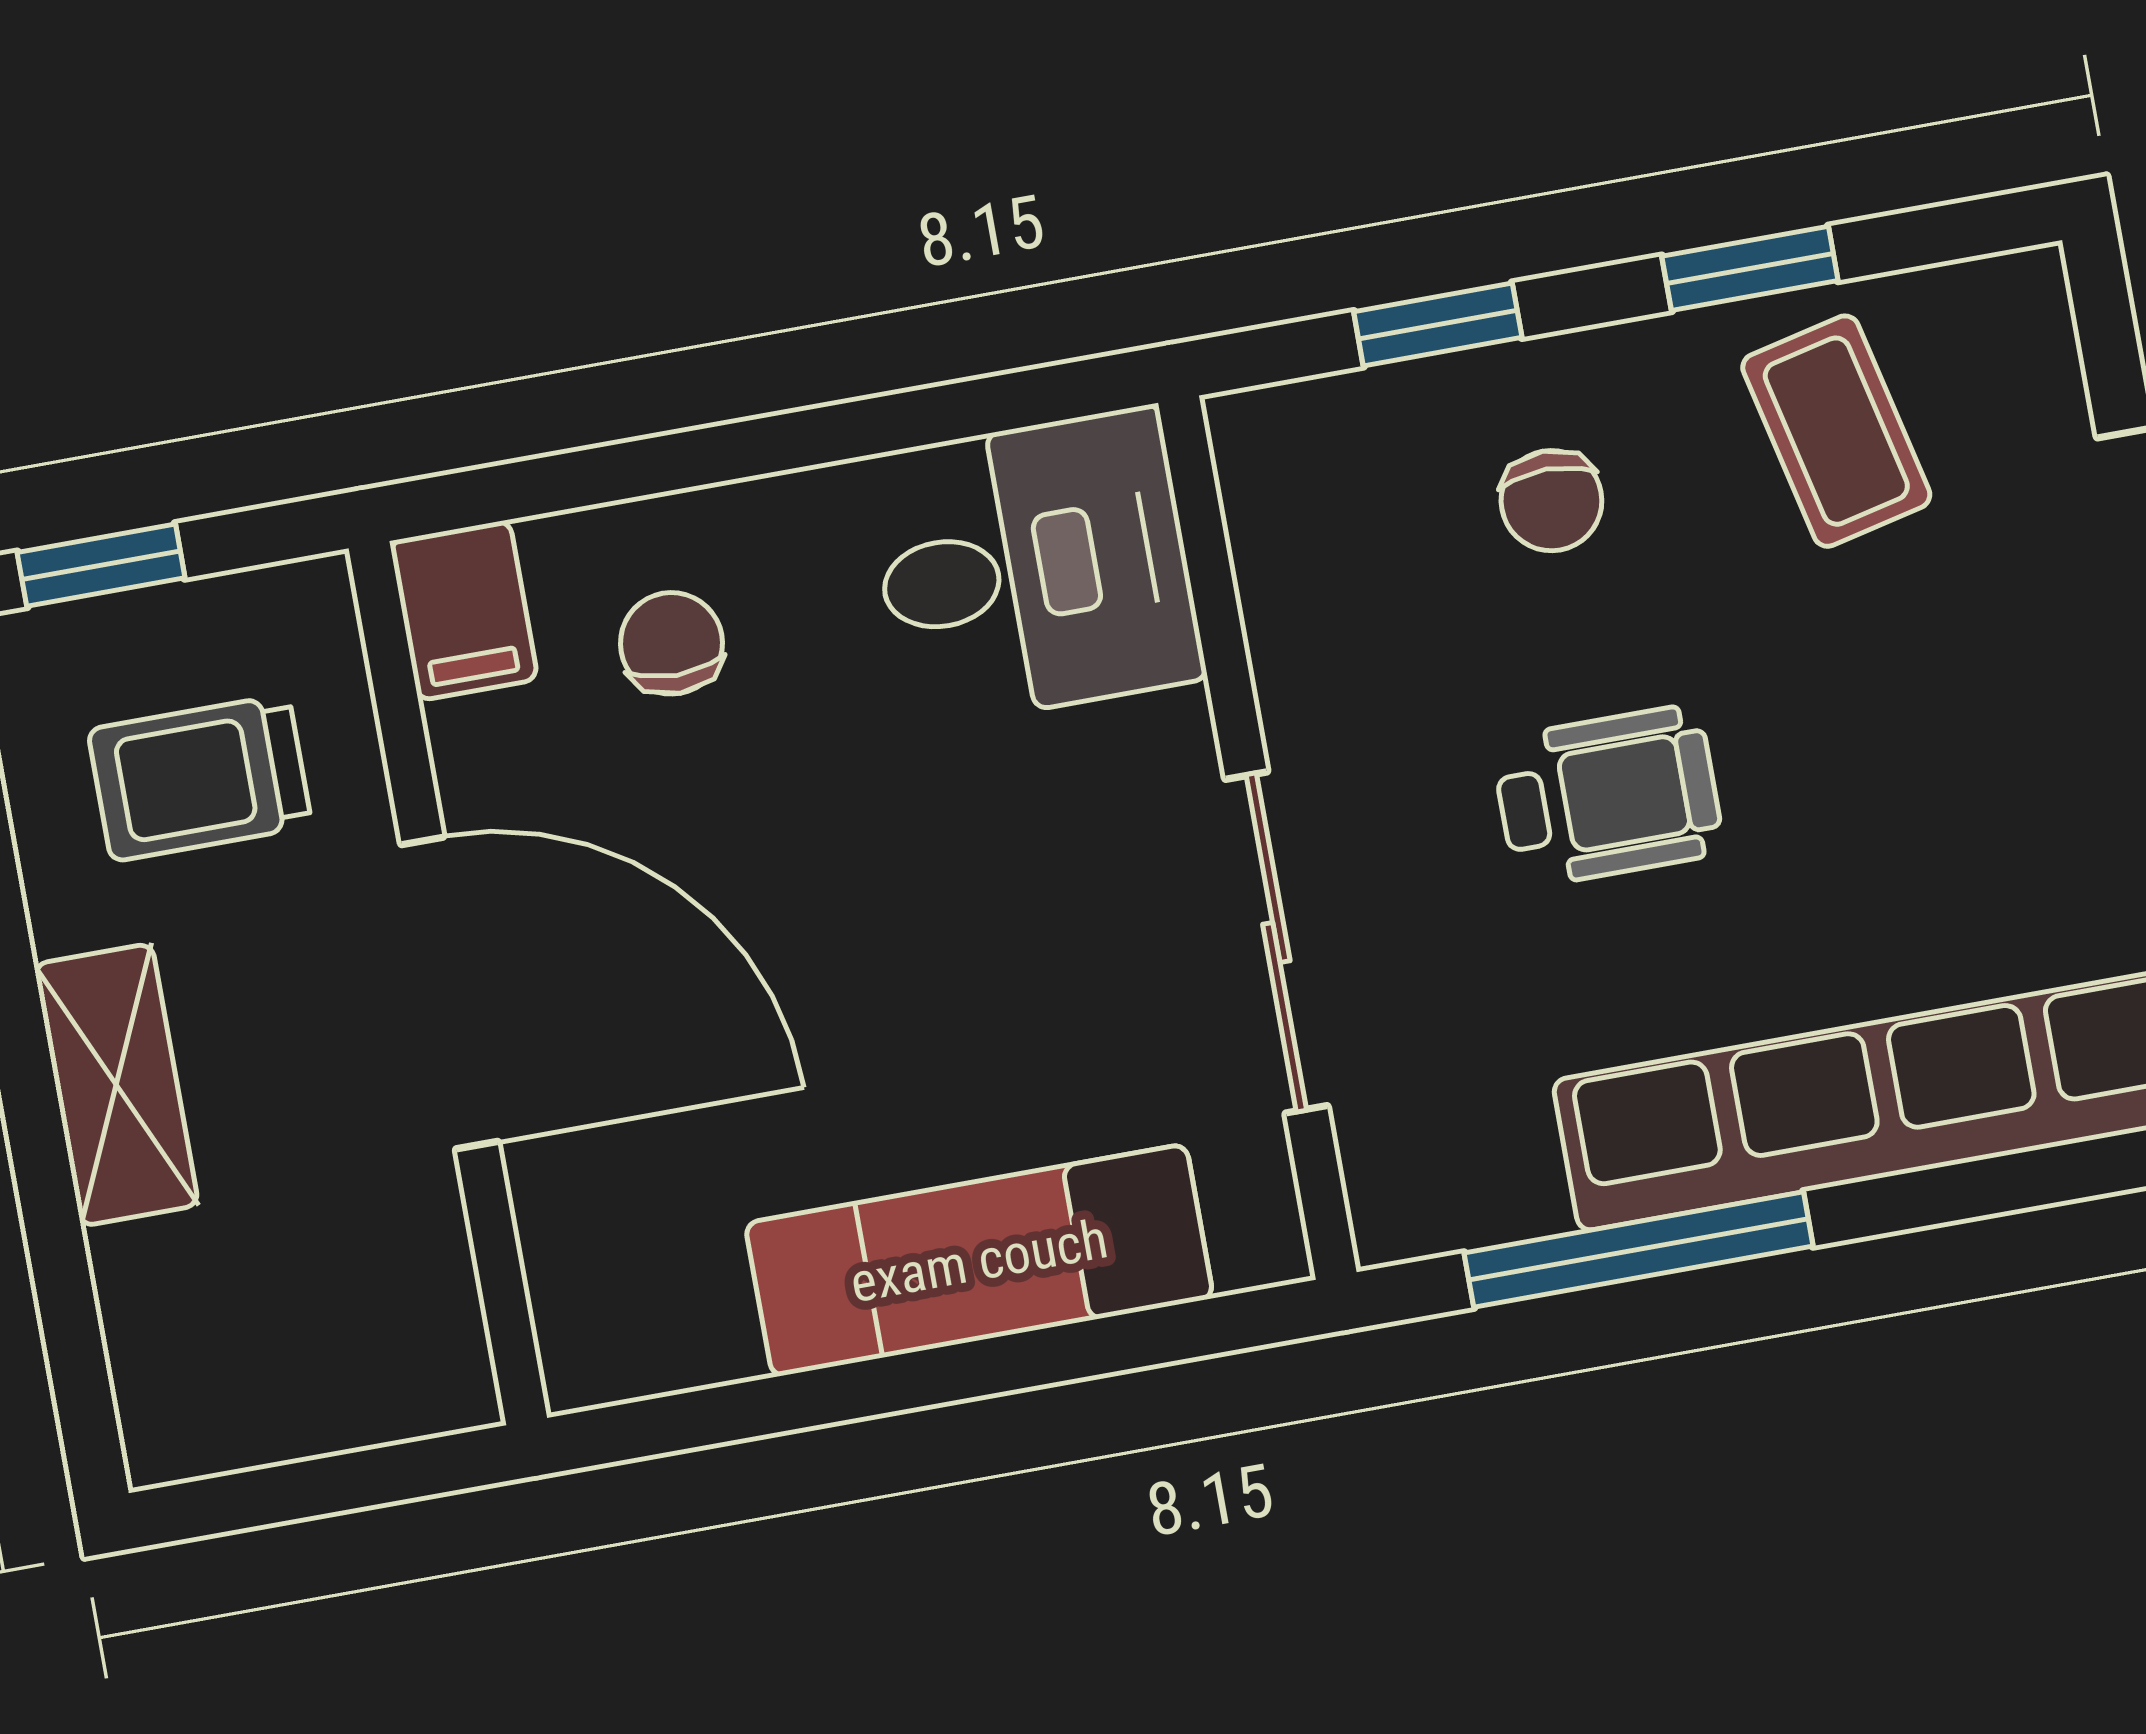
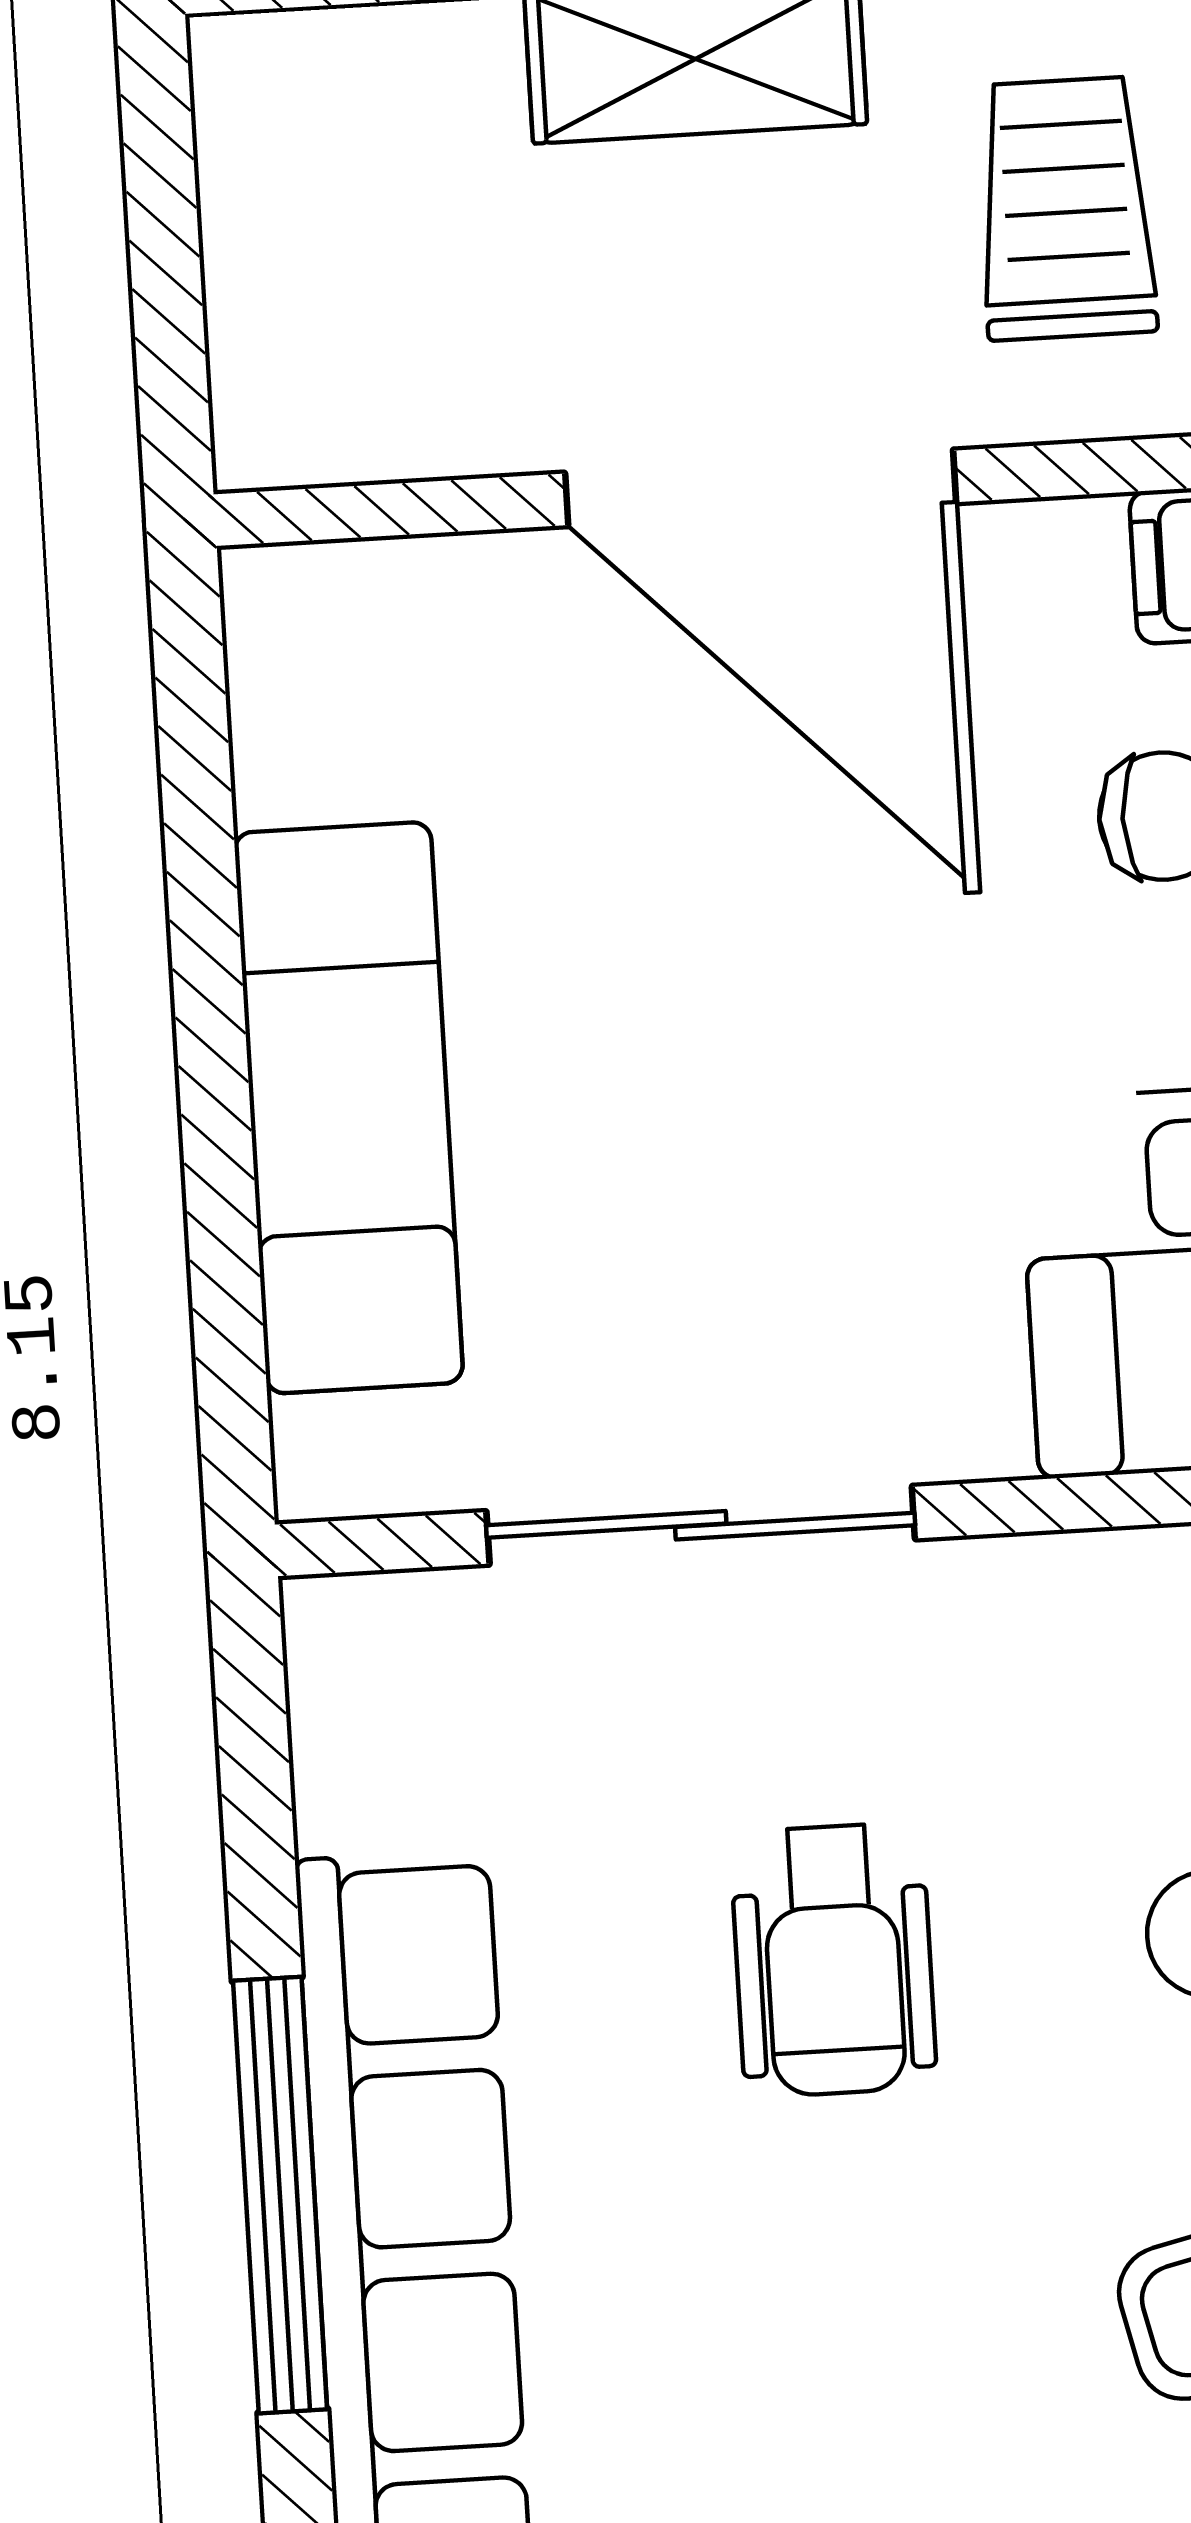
door: (450, 993) -> (761, 488), hinge flipped
window: (1639, 1249) -> (280, 2195), moved

